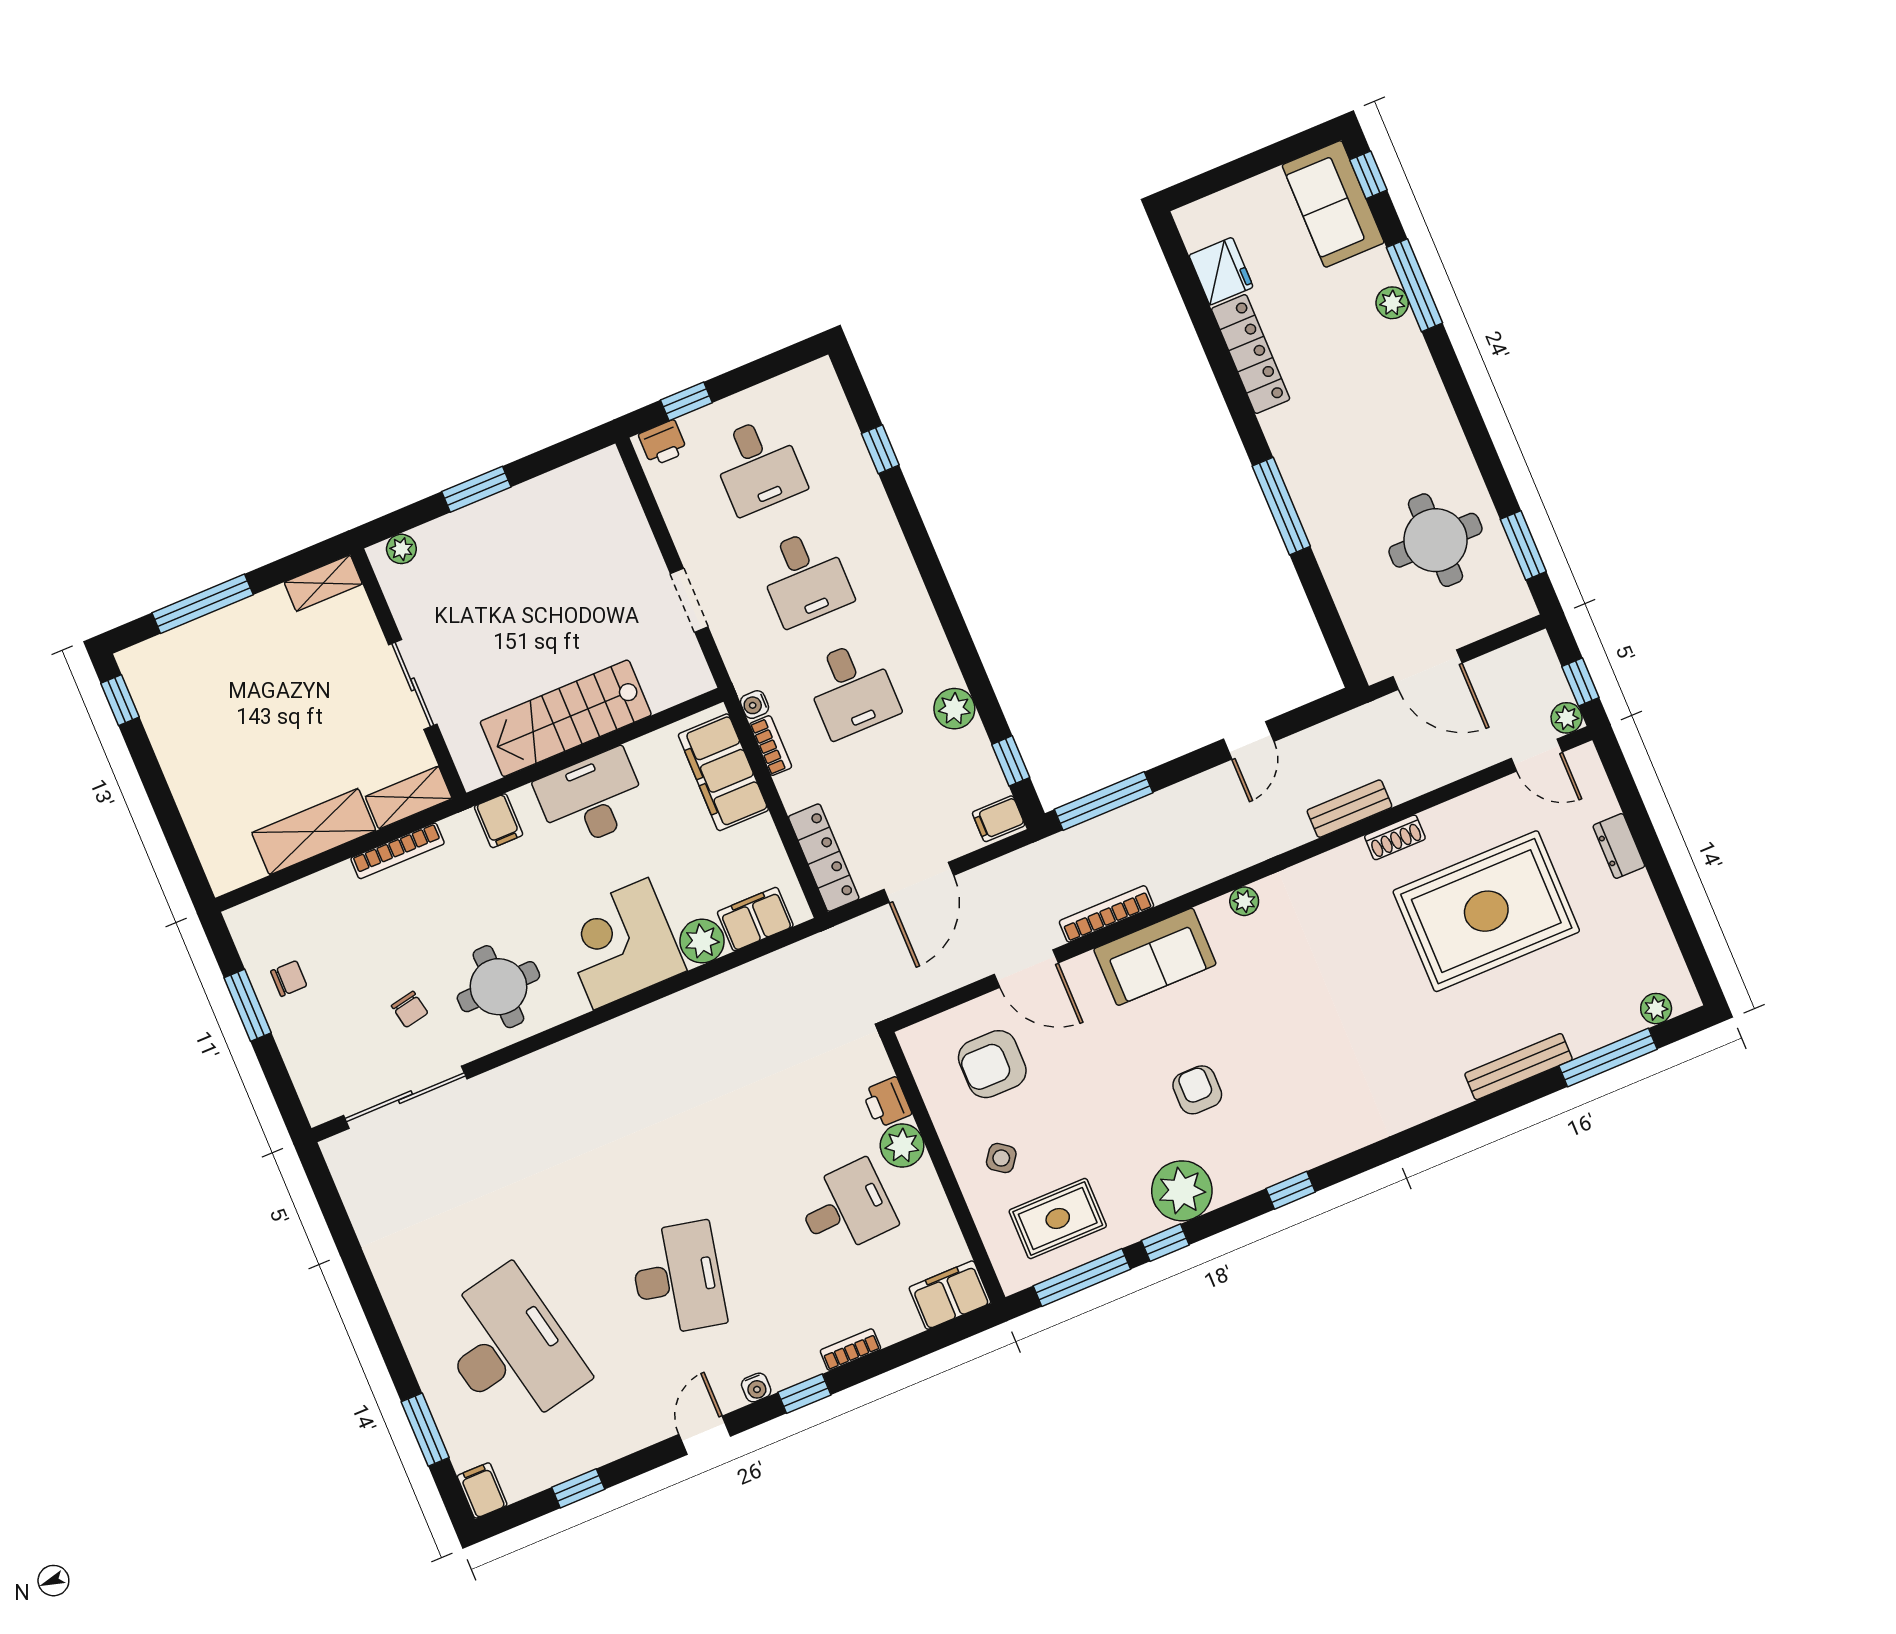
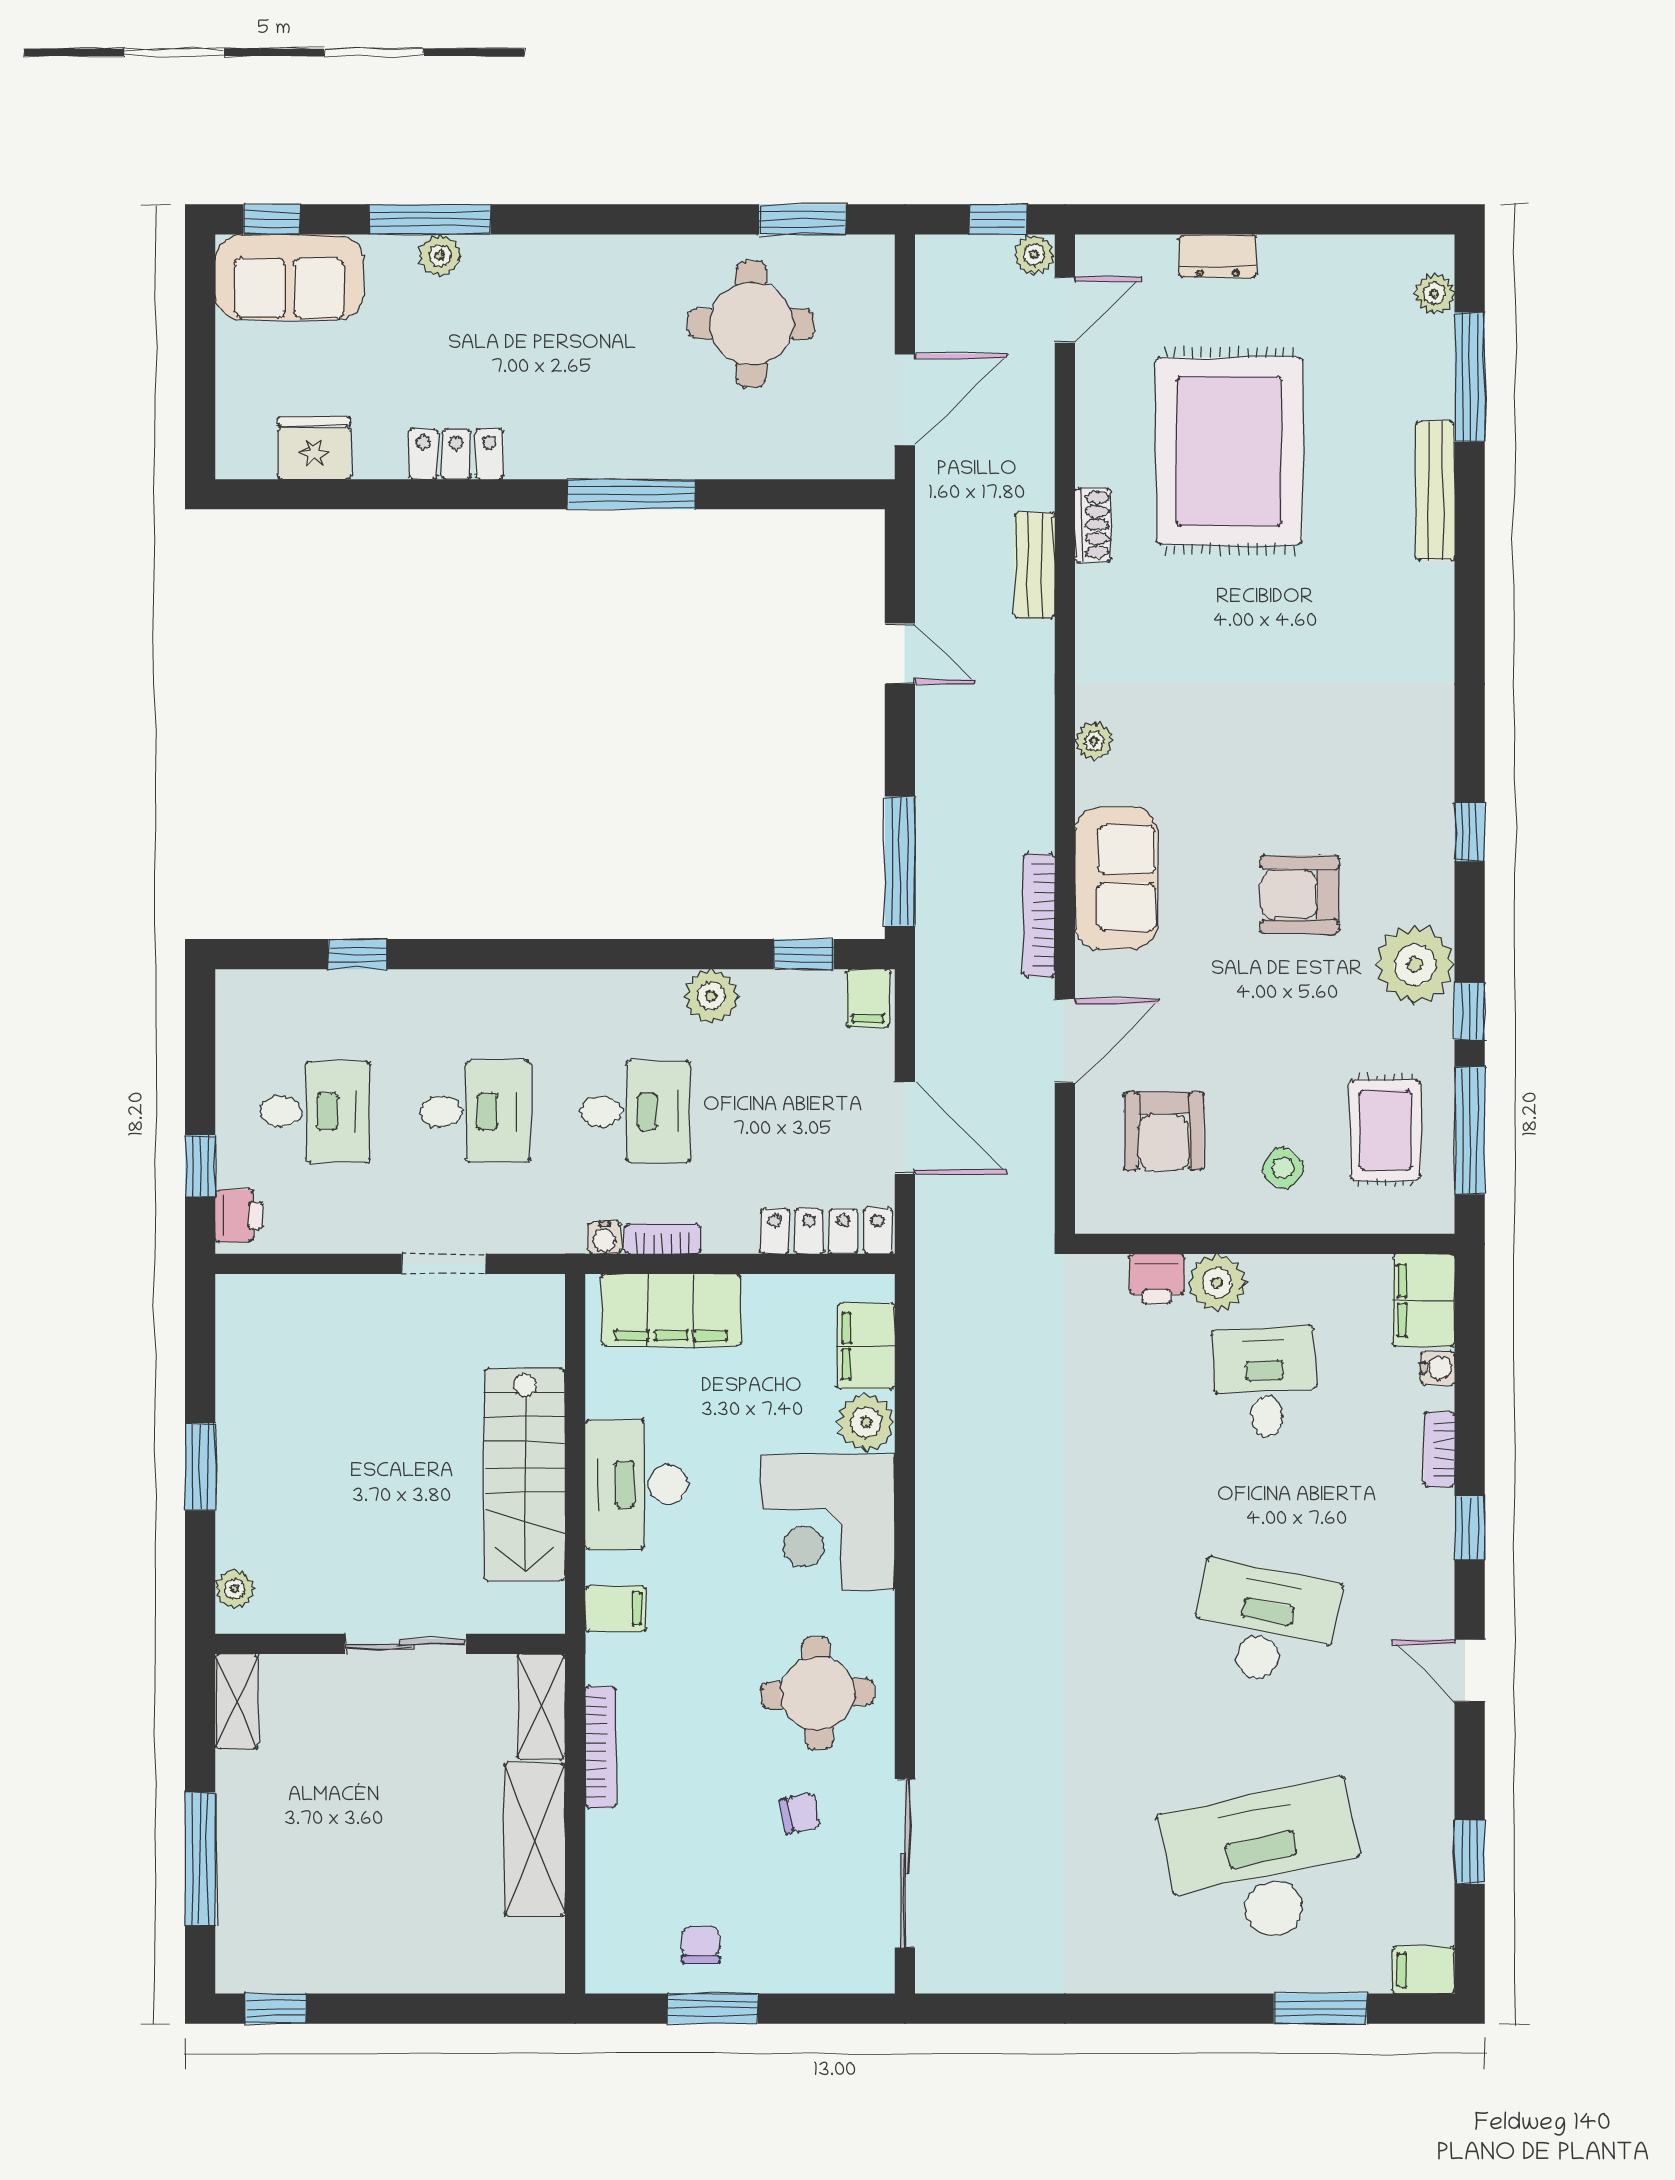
locker: (1251, 354) -> (456, 454), width x0.66
armchair: (1197, 1090) -> (1300, 894), width x1.38, depth x1.38
water cooler: (756, 1388) -> (1438, 1368), moved

